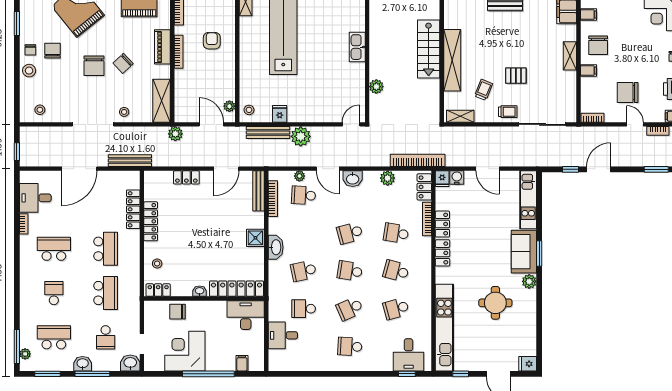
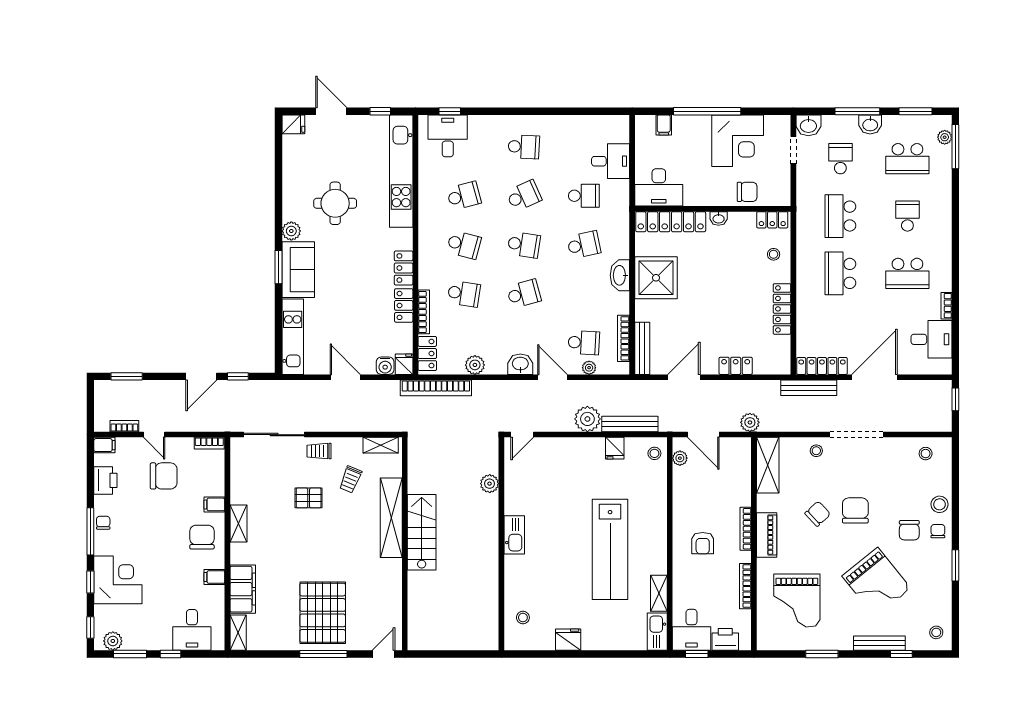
locker: (133, 209) -> (822, 366), moved, turned -90
shower: (255, 238) -> (656, 278), width x1.86, depth x1.86
school desk: (54, 293) -> (907, 216), turned 180

